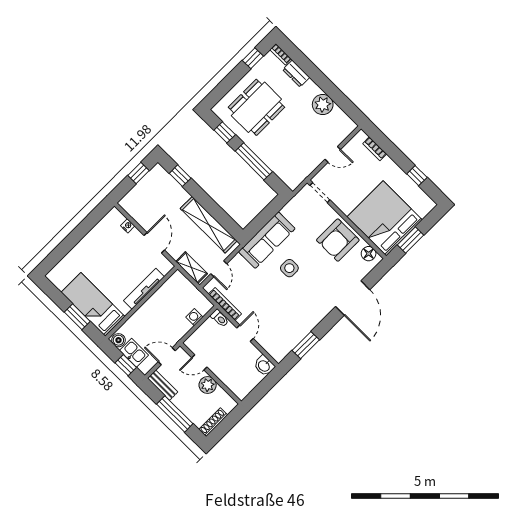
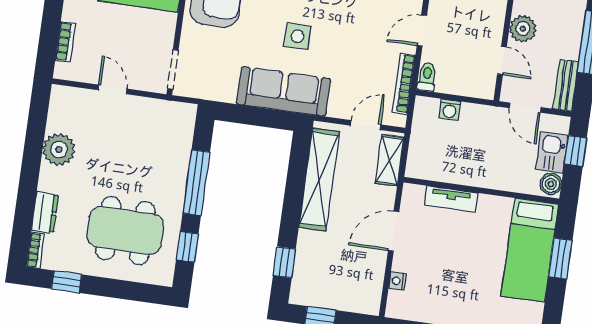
tv unit: (144, 289) -> (451, 199), width x0.71

